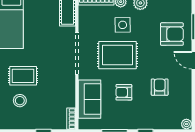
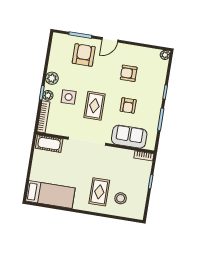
rug: (118, 55) -> (94, 106), width x0.73, depth x0.70

